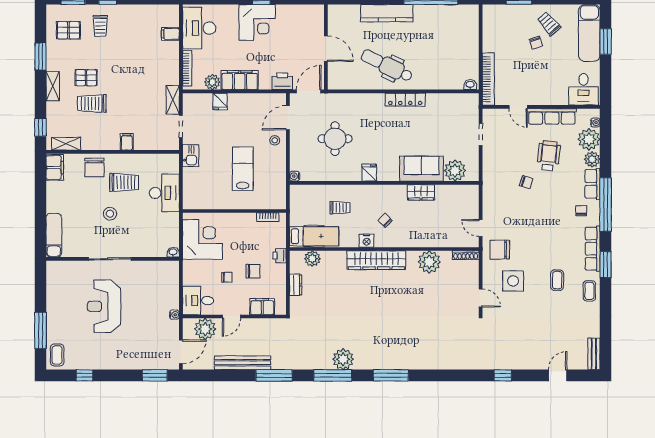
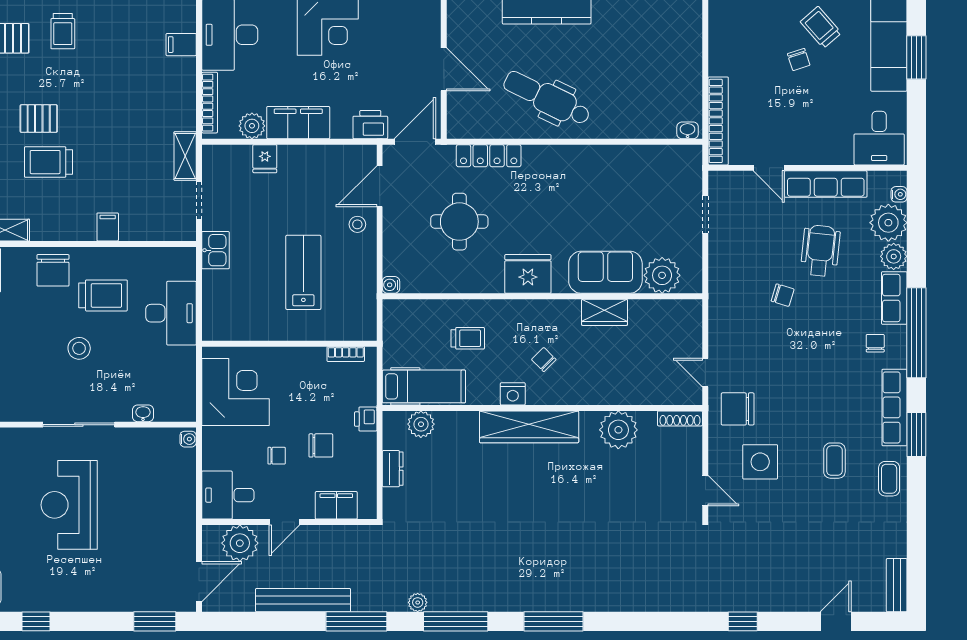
locker: (405, 100) -> (489, 156), moved
fridge: (369, 173) -> (528, 274), width x1.88, depth x1.34
washbasin: (173, 252) -> (143, 413), moved
water cooler: (174, 315) -> (188, 439), moved
plant: (343, 359) -> (418, 602), moved, width x0.53, depth x0.53

